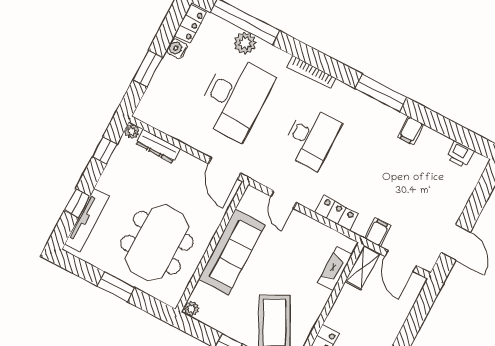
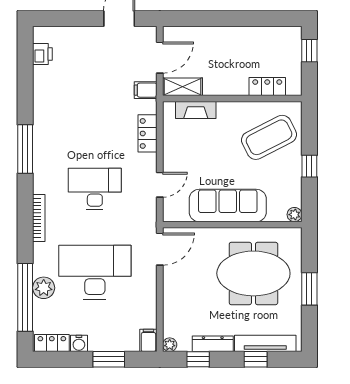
filing cabinet: (411, 130) -> (148, 340), moved, turned -90
dresser: (158, 146) -> (213, 344), moved, turned -90

